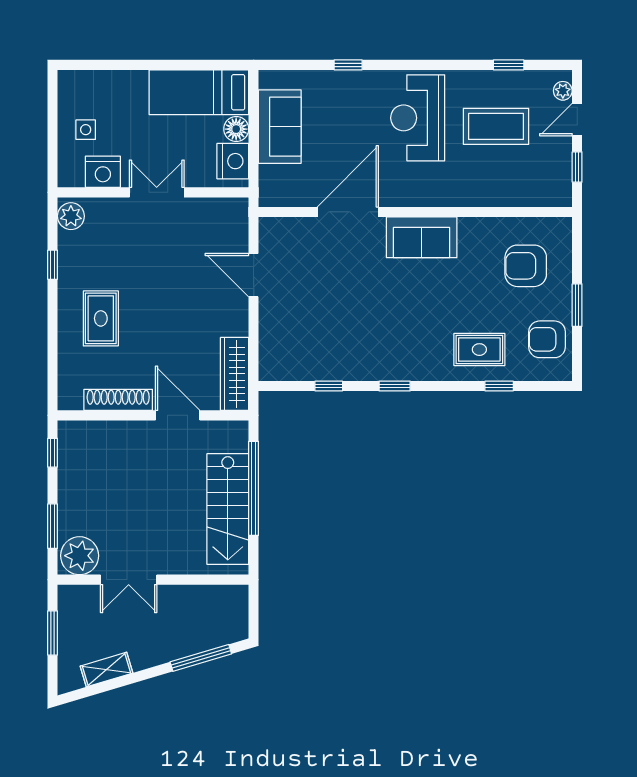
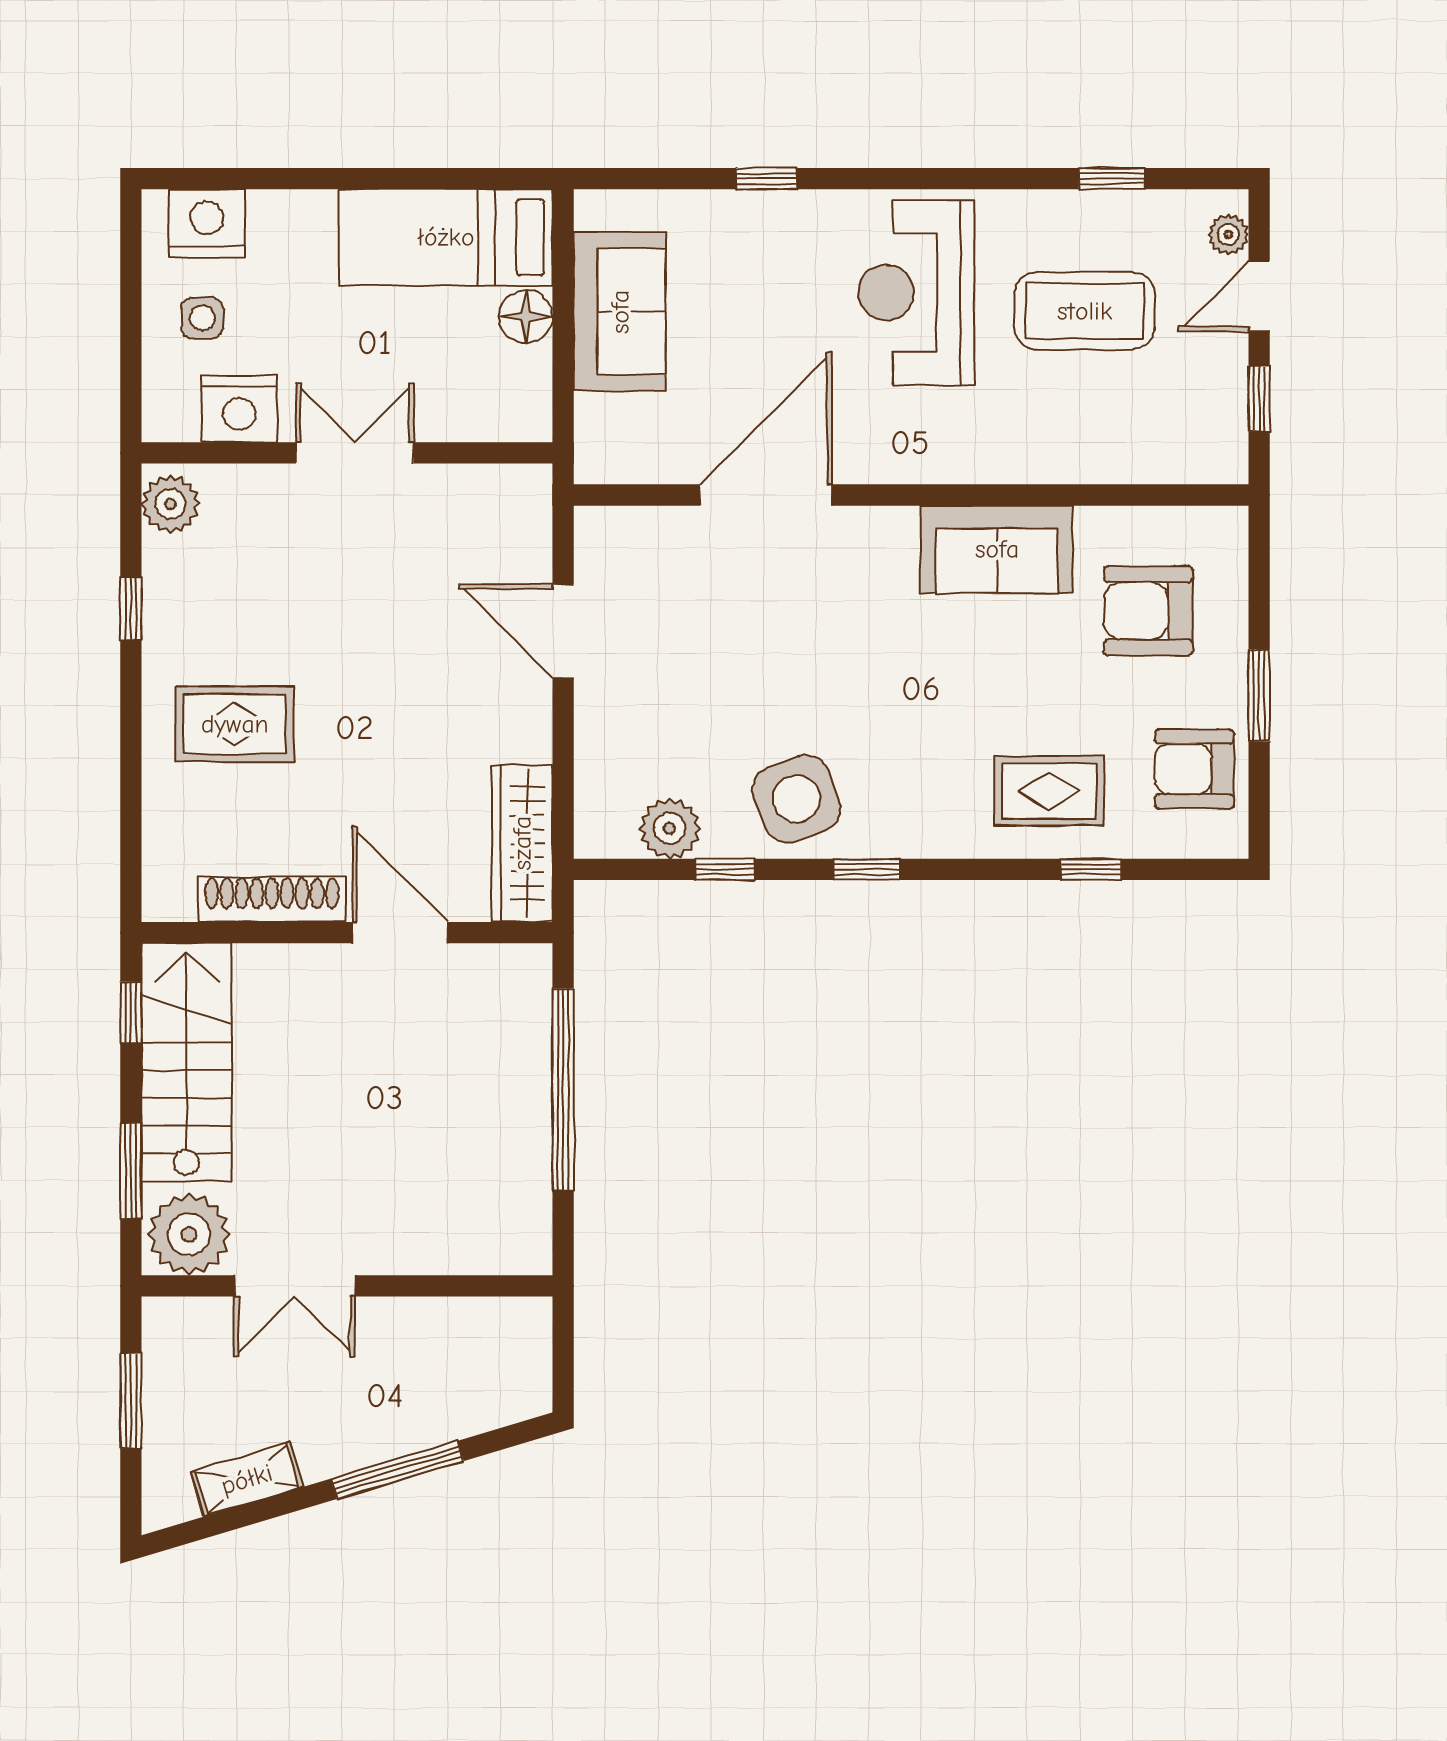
nightstand: (233, 161) -> (207, 223), moved, turned -90
sofa: (422, 237) -> (997, 549), moved
rug: (101, 318) -> (235, 724), turned 90
side table: (362, 353) -> (796, 799), added
plant: (303, 367) -> (670, 829), added
stairs: (228, 509) -> (186, 1062), moved, turned 180
window: (201, 658) -> (397, 1470), moved

